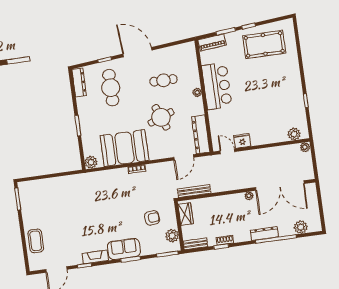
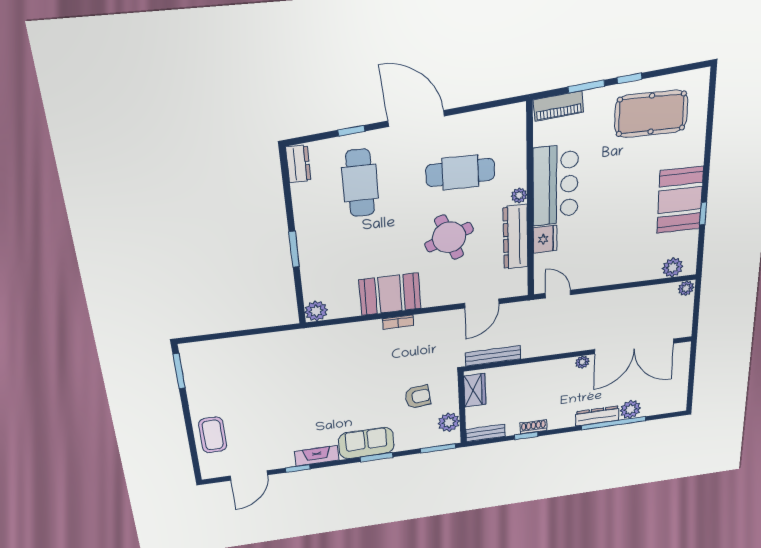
cafe table: (163, 80) -> (460, 172), width x1.37, depth x1.35
dresser: (79, 82) -> (298, 164), width x0.70
booth: (290, 93) -> (680, 200), added
dresser: (201, 134) -> (516, 237), moved
fridge: (242, 141) -> (545, 239), moved, turned 90
booth: (124, 148) -> (390, 294), width x0.73, depth x0.70
plant: (301, 227) -> (630, 409), moved

